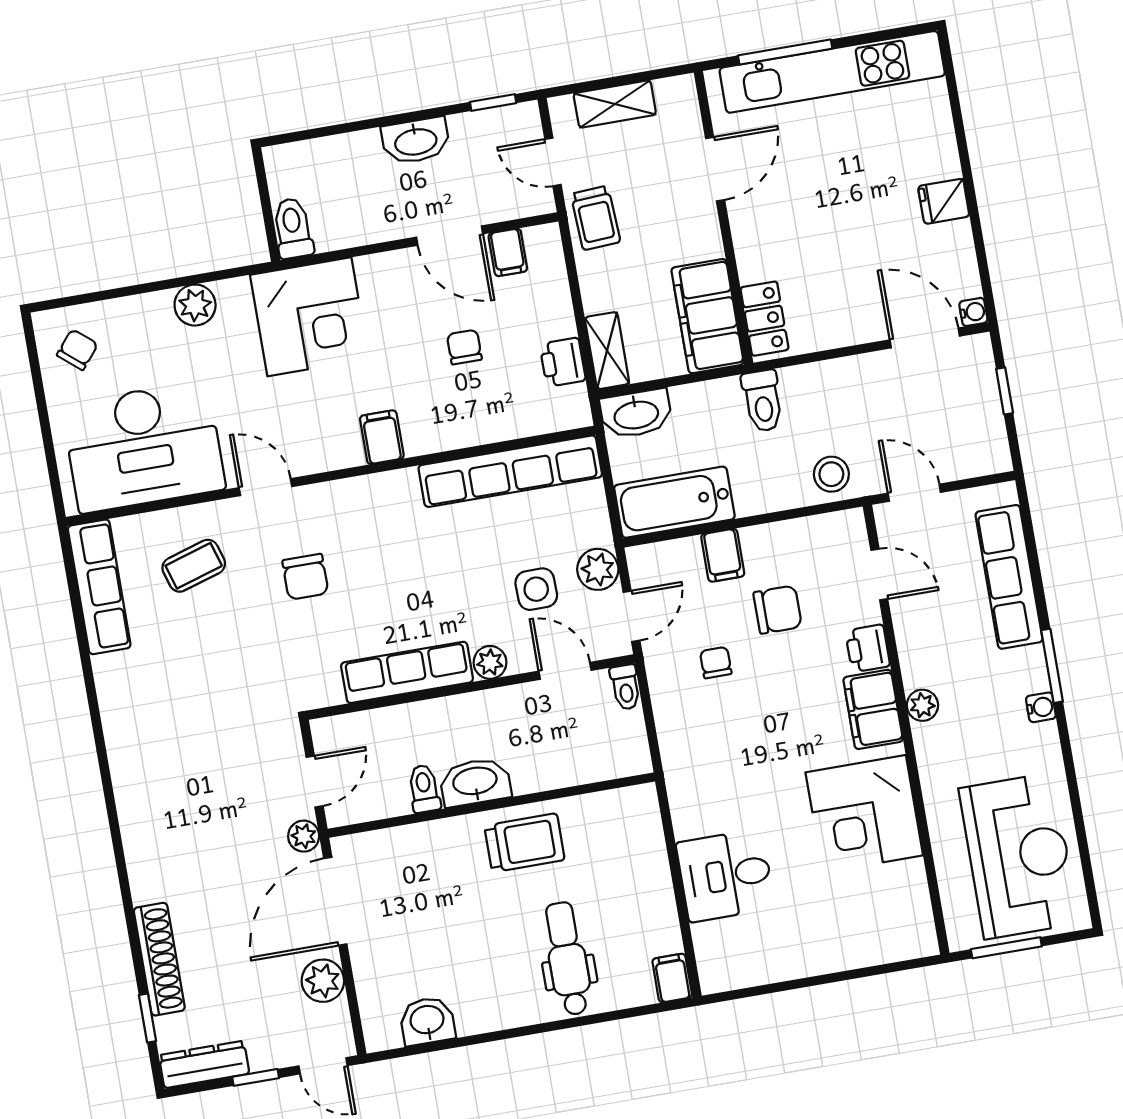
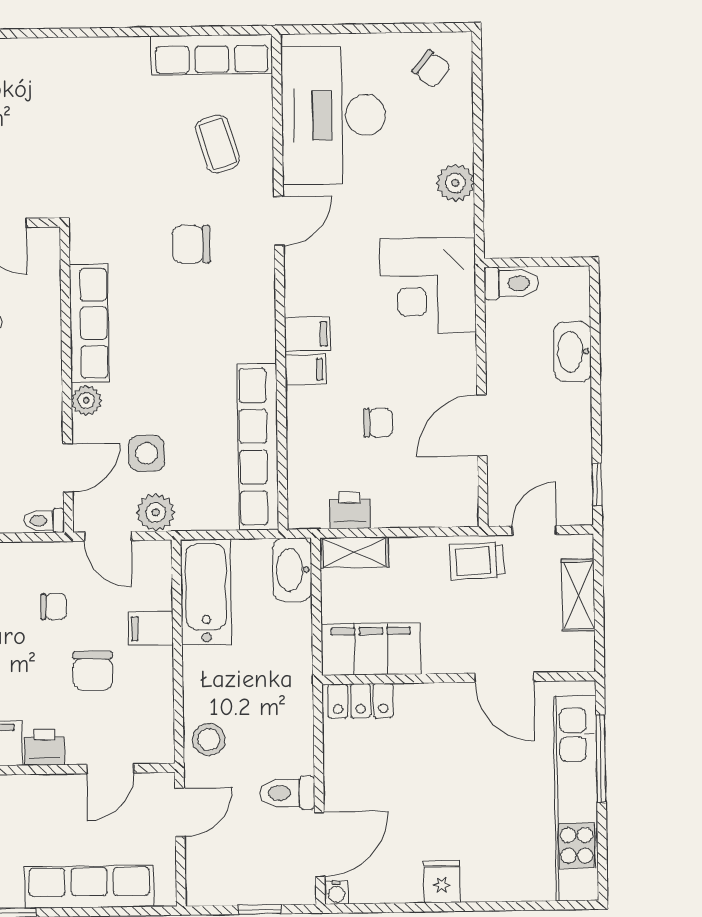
washbasin: (416, 141) -> (573, 352), moved
filing cabinet: (508, 252) -> (305, 369), moved, turned 180
toilet: (763, 401) -> (287, 793), moved

